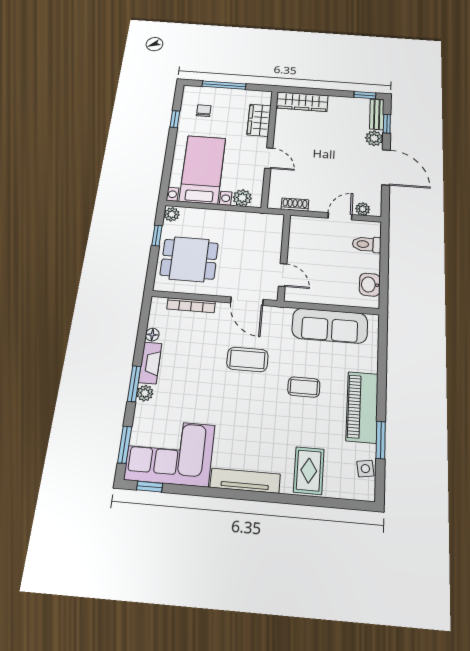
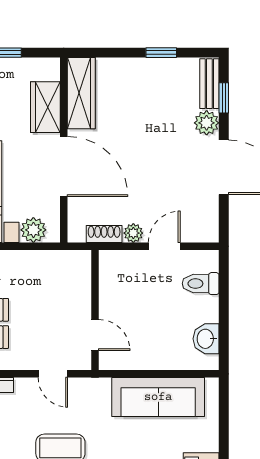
window: (365, 95) -> (161, 53), moved
wardrobe: (302, 102) -> (81, 93), moved, turned -90
door: (269, 158) -> (64, 167), width x1.87
plant: (363, 209) -> (133, 233), moved
door: (247, 301) -> (53, 374), width x0.73

